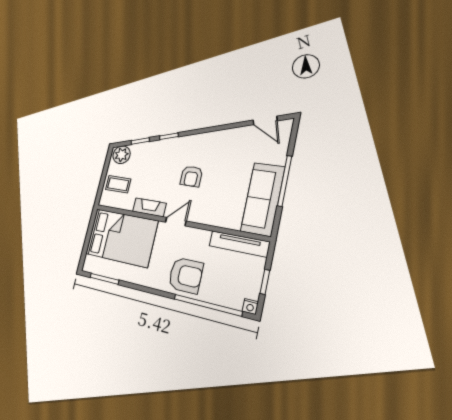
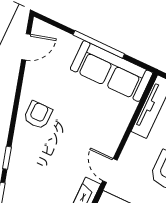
armchair: (191, 176) -> (38, 115), moved, turned -90

